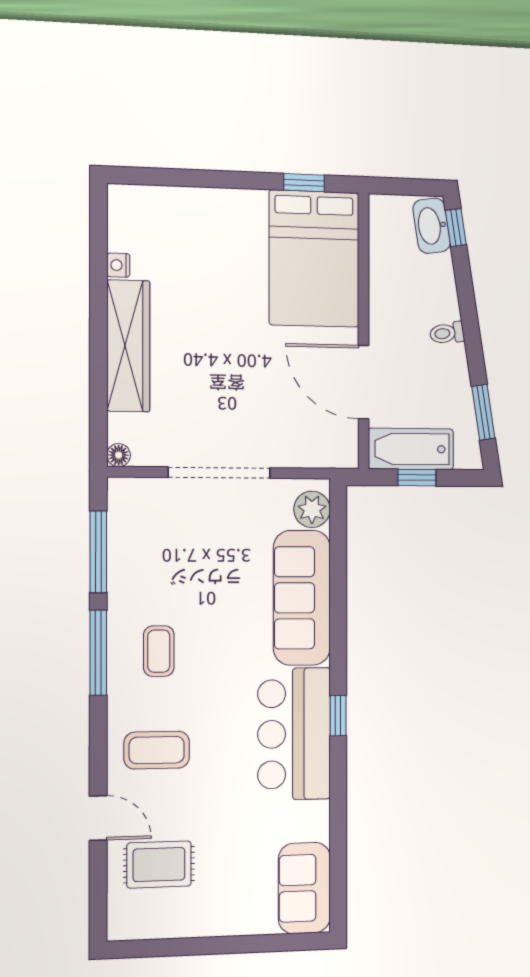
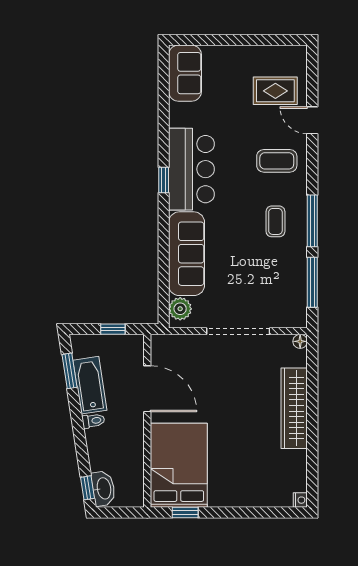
nightstand: (118, 265) -> (300, 500), moved
bathtub: (411, 449) -> (90, 385), moved, turned -99

